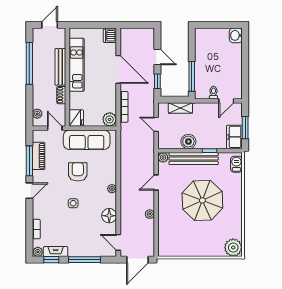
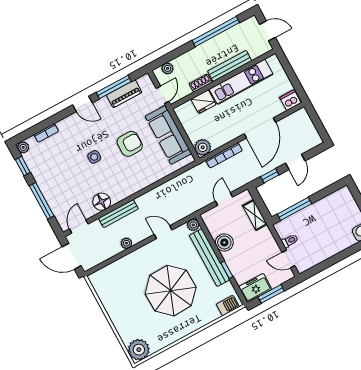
fridge: (76, 118) -> (203, 102), moved
plant: (112, 189) -> (131, 189), removed
bench: (125, 208) -> (118, 214), added
fireplace: (56, 252) -> (34, 166), removed

